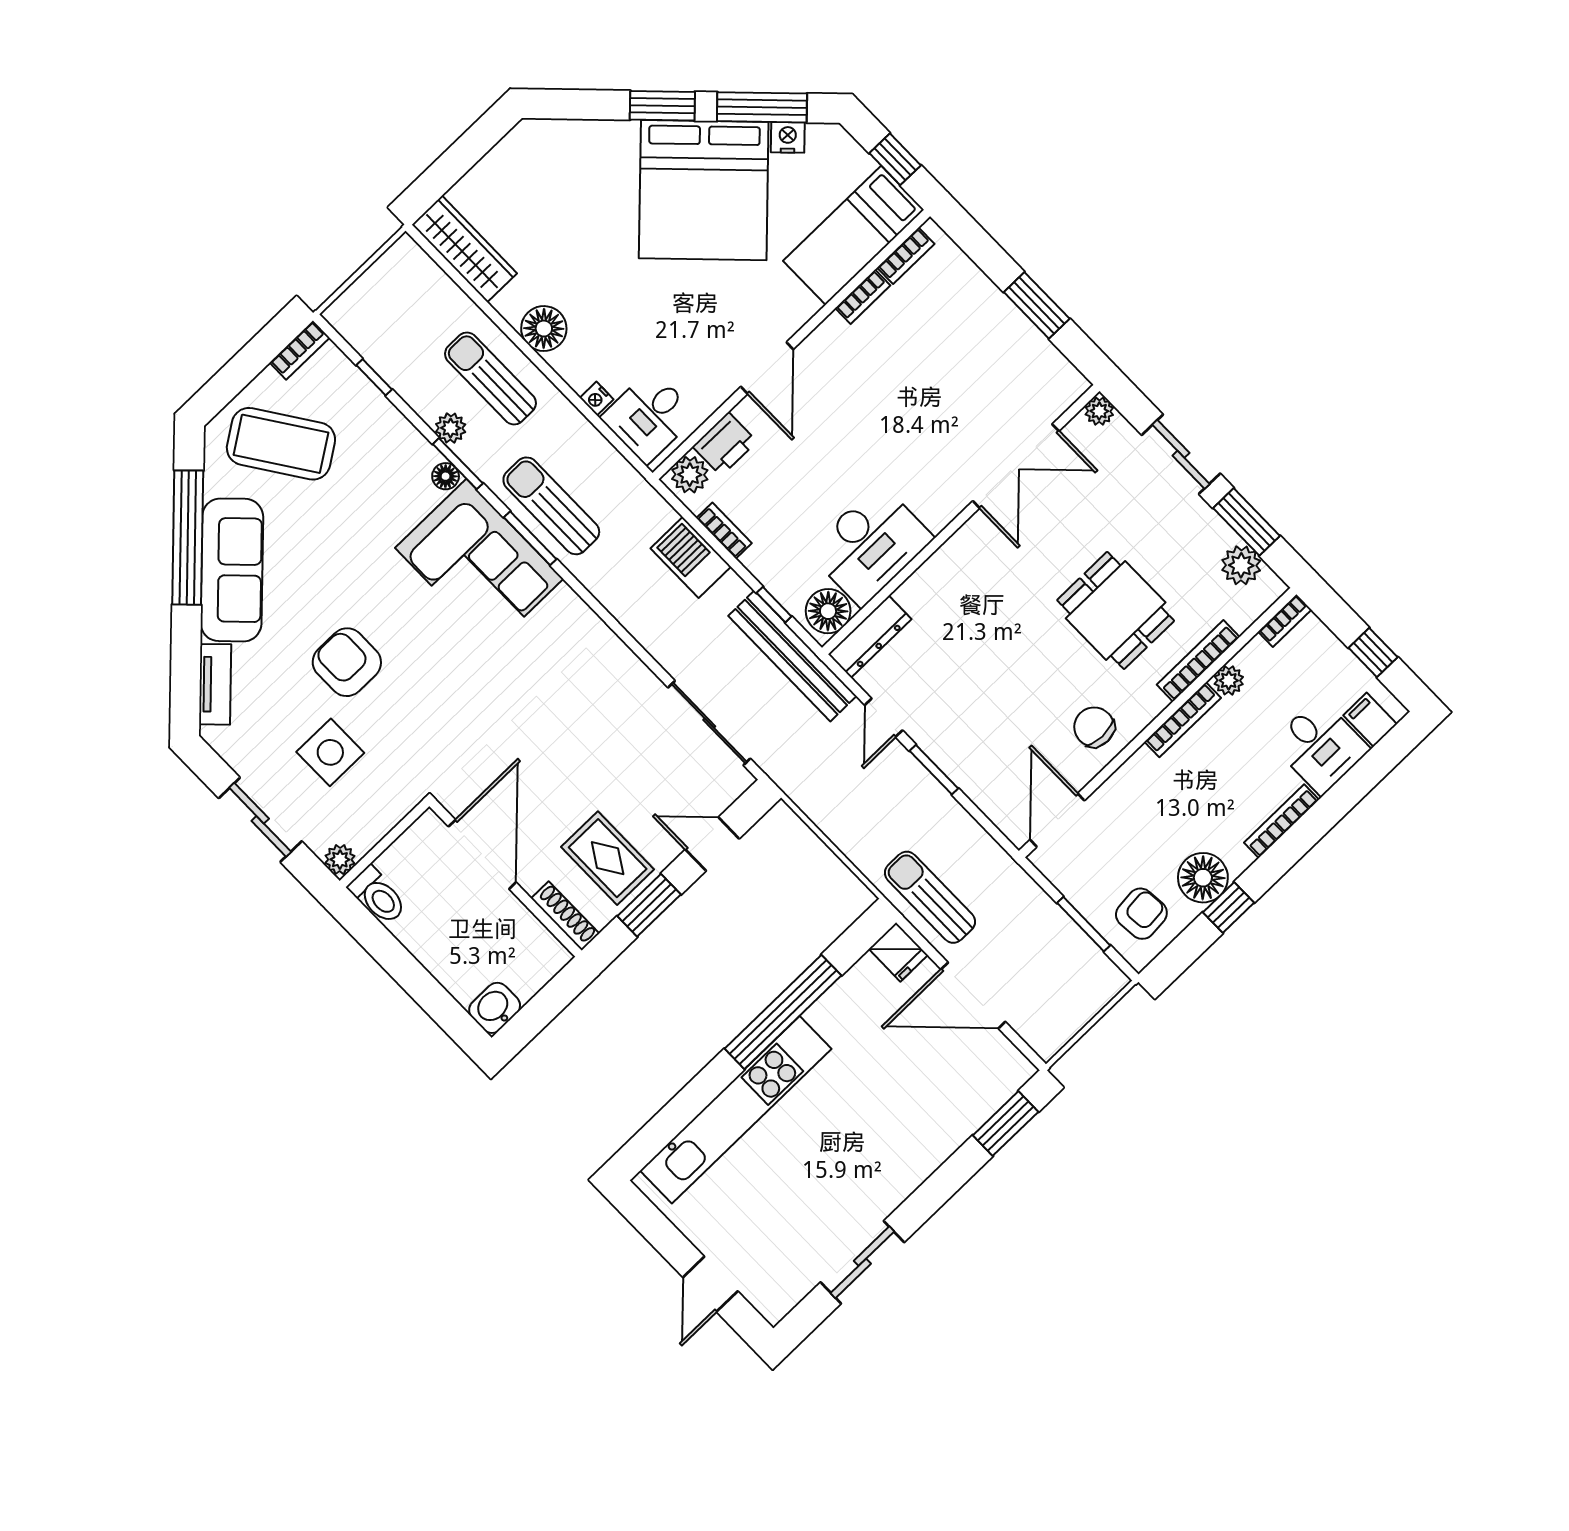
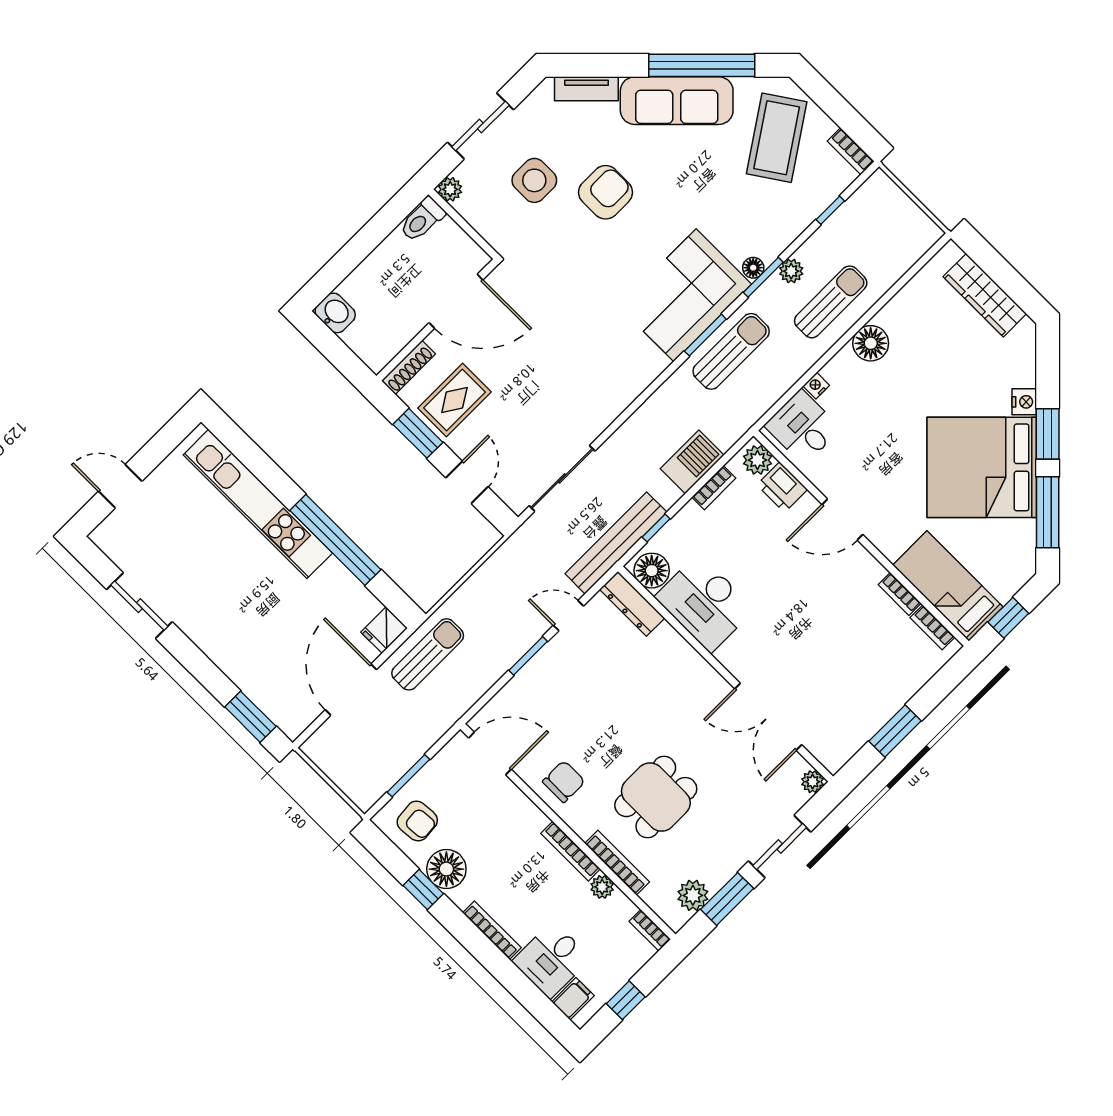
nightstand: (788, 137) -> (1024, 402), moved
wardrobe: (464, 249) -> (985, 295), moved, turned 90

